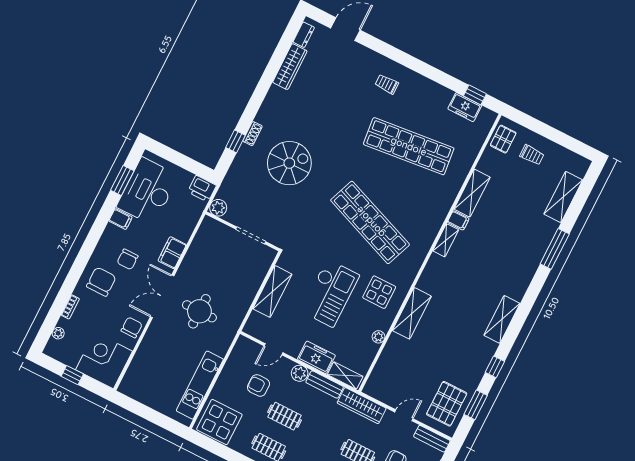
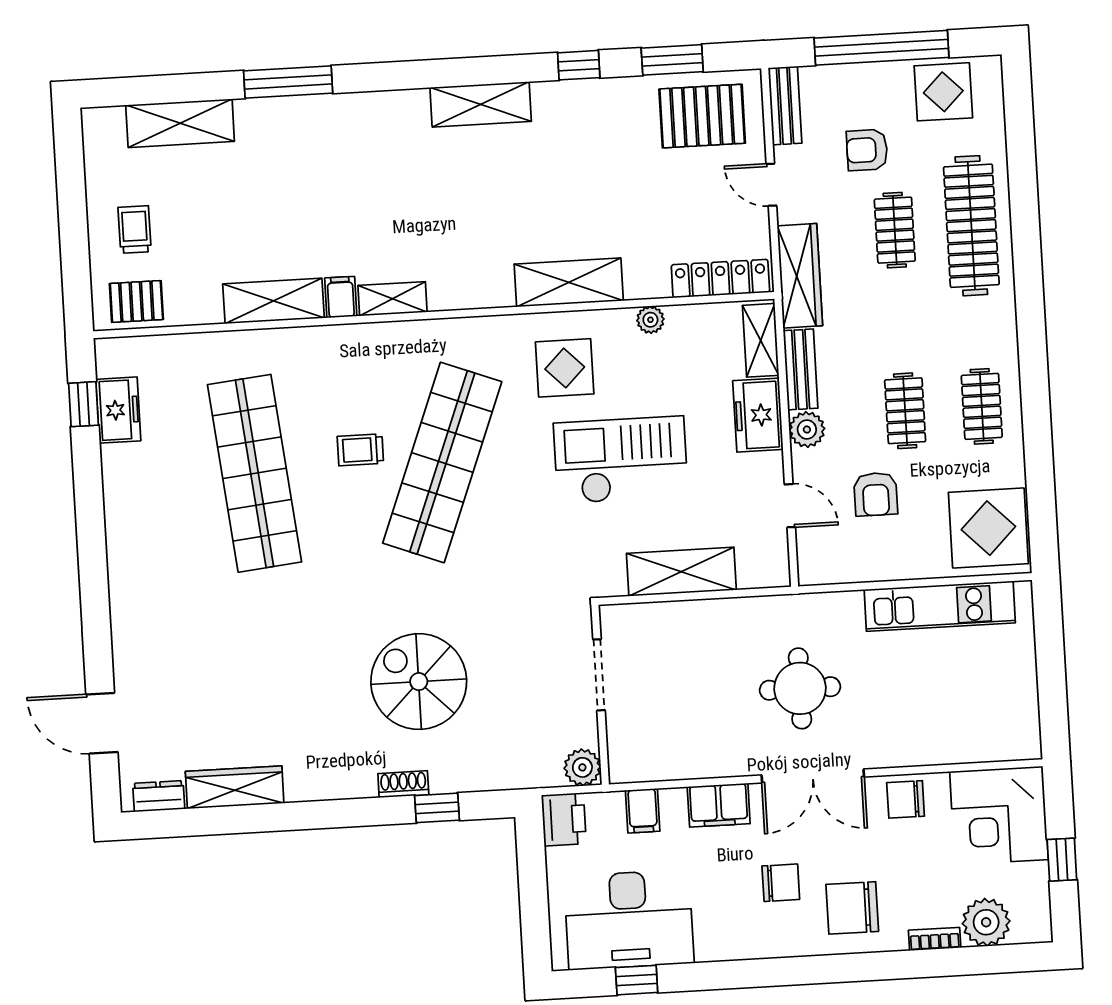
trolley: (387, 84) -> (360, 450), moved, turned 90
window: (122, 180) -> (637, 980), width x0.67
filing cabinet: (120, 219) -> (643, 811), moved, turned 180
plant: (58, 333) -> (986, 922), width x1.87, depth x1.87
locker: (379, 374) -> (720, 279), added

